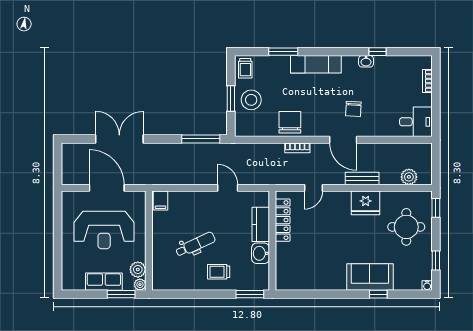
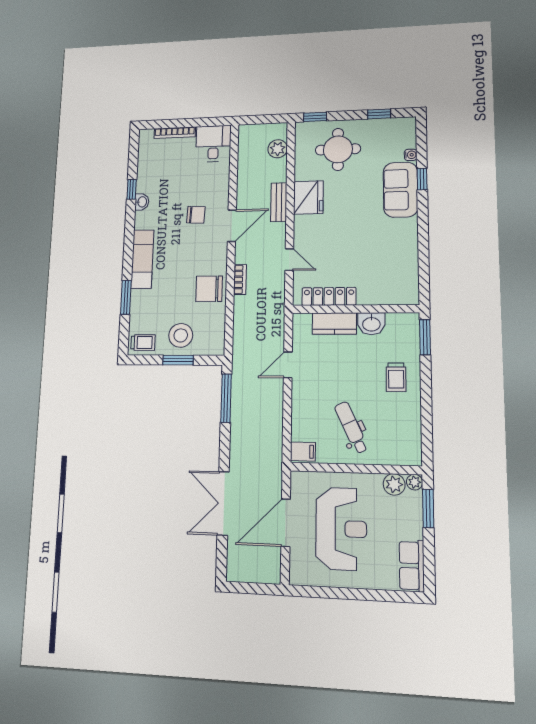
bookcase: (427, 81) -> (175, 133), width x1.56
dental chair: (195, 245) -> (351, 427), moved
row of seats: (104, 282) -> (412, 566), moved
water cooler: (427, 285) -> (411, 155), moved

